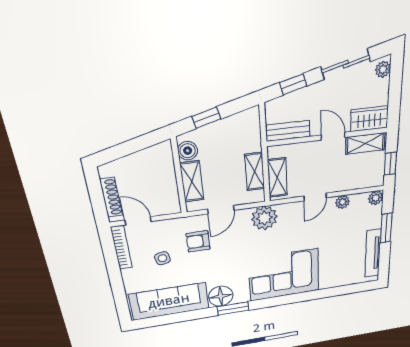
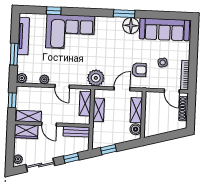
window: (206, 118) -> (108, 150), moved
door: (315, 197) -> (62, 86), swing flipped
corner sofa: (284, 275) -> (70, 32), moved
window: (332, 292) -> (54, 11), added

